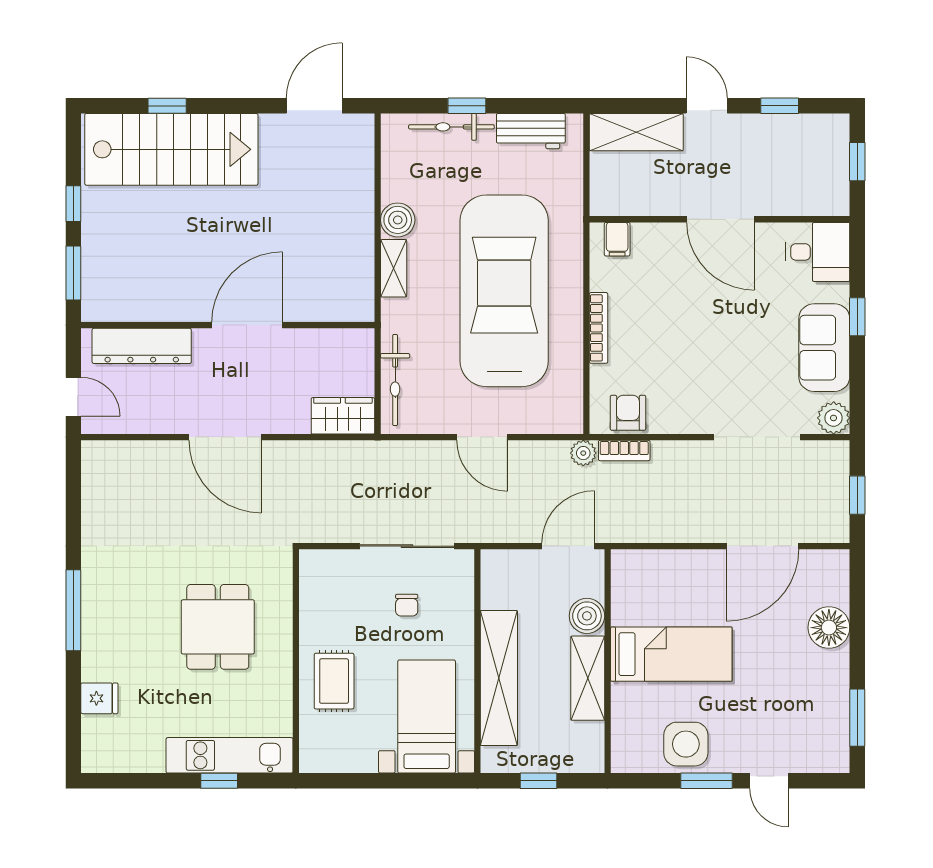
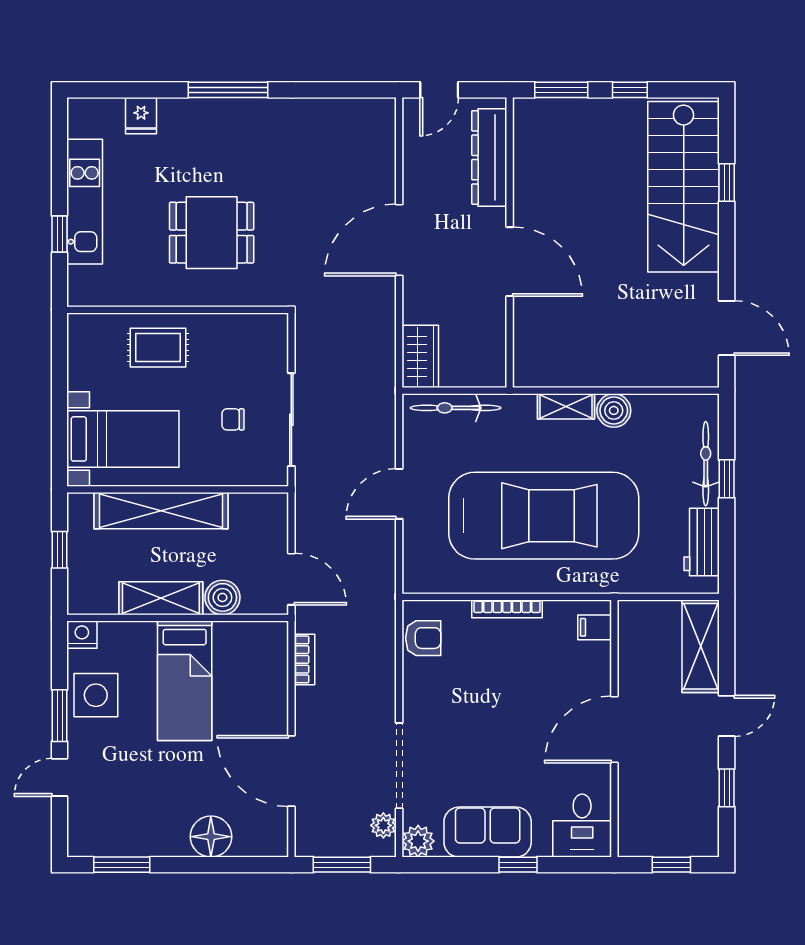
bookcase: (624, 450) -> (304, 659), moved, turned 180
plant: (583, 453) -> (383, 825), moved
window: (857, 495) -> (342, 865), width x1.50
kitchen unit: (229, 755) -> (85, 202), moved
nightstand: (624, 758) -> (82, 635), added

